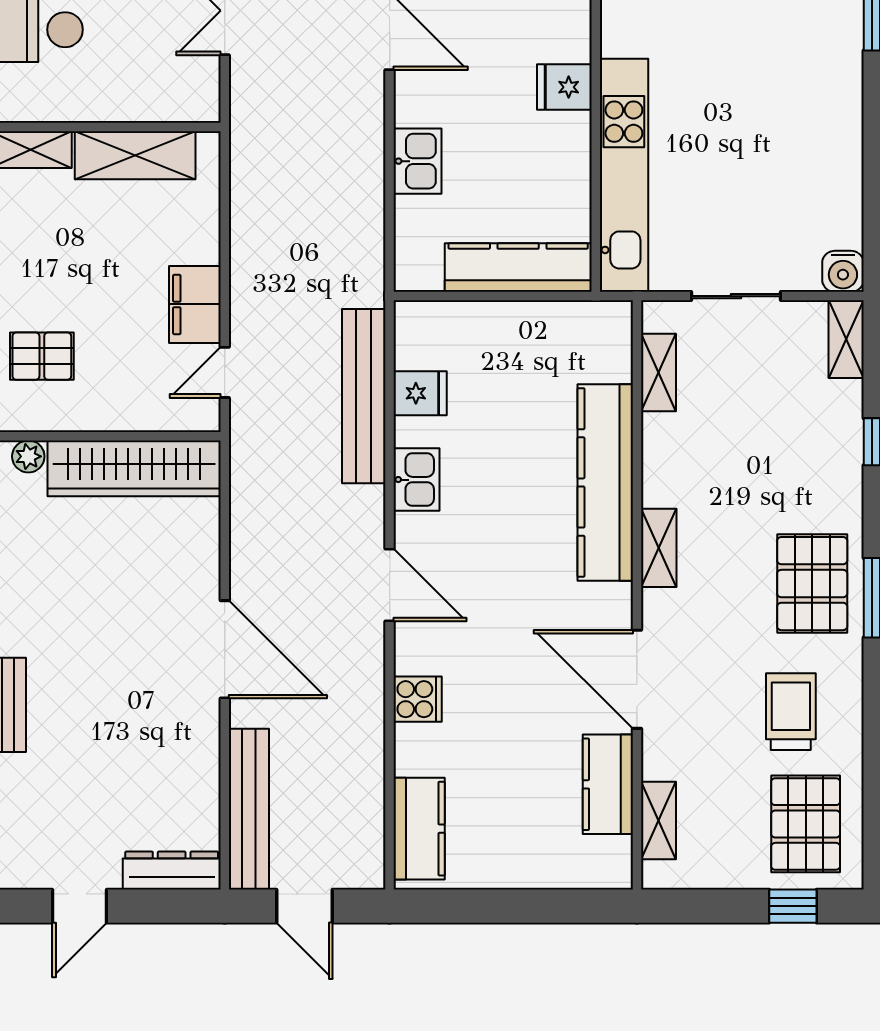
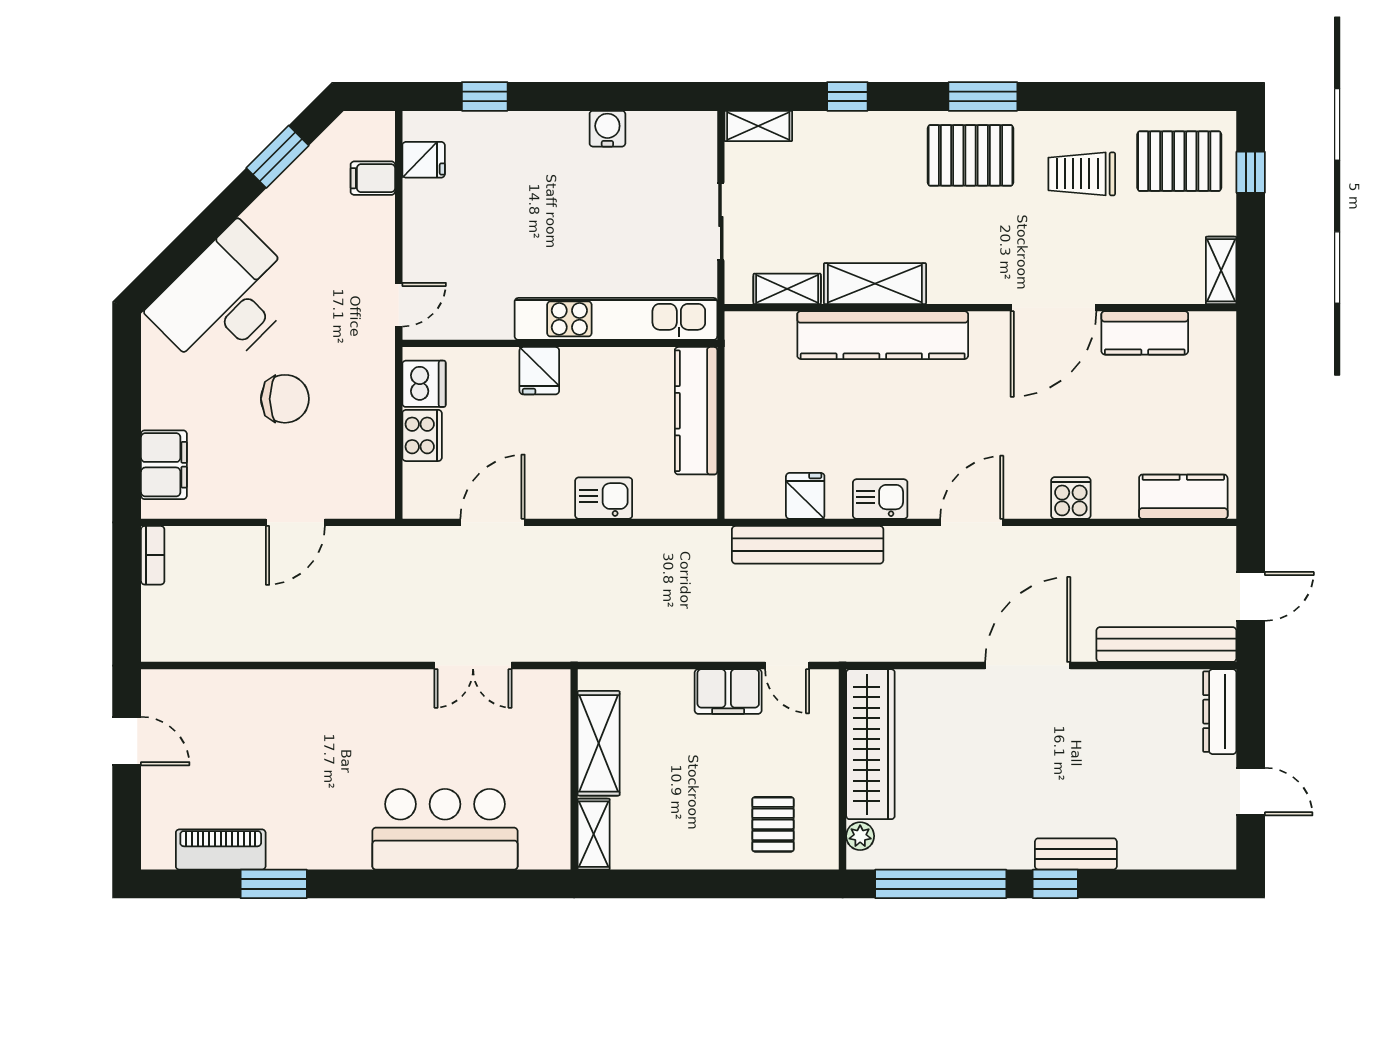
water cooler: (843, 271) -> (607, 129), moved, turned -90
shelving: (659, 548) -> (875, 284), moved, width x1.50, depth x1.33
shelving: (659, 821) -> (1221, 270), moved, turned 90

